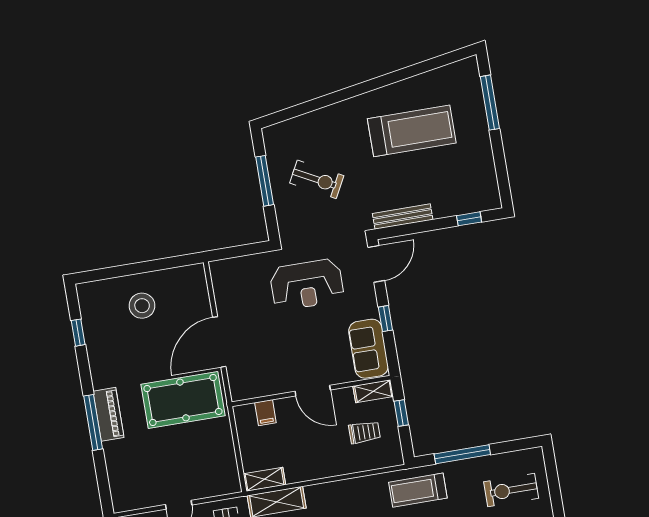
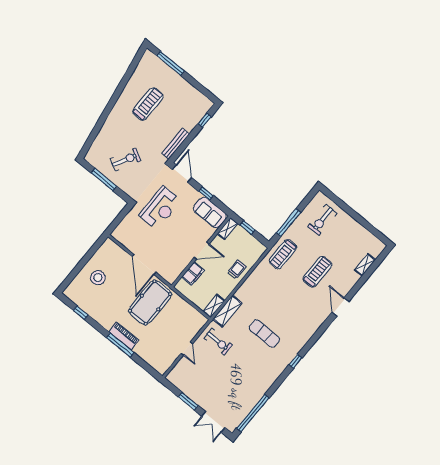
treadmill: (412, 131) -> (148, 104), width x0.73, depth x0.73
filing cabinet: (265, 413) -> (193, 274), width x2.00
trolley: (365, 432) -> (237, 270), moved

